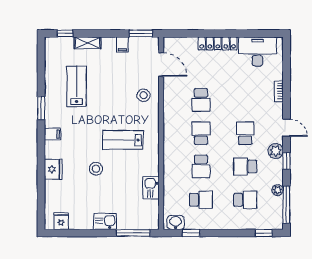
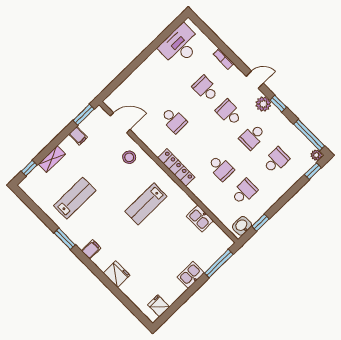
locker: (218, 43) -> (176, 167), moved, turned -90
lab bench: (77, 86) -> (75, 198), turned 90
school desk: (201, 133) -> (205, 89), moved
stool: (96, 169) -> (147, 244), removed
plant: (278, 190) -> (316, 155), moved

